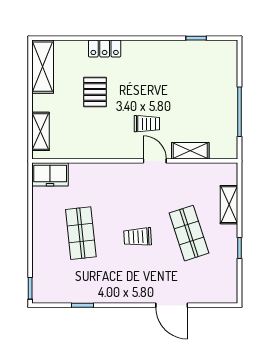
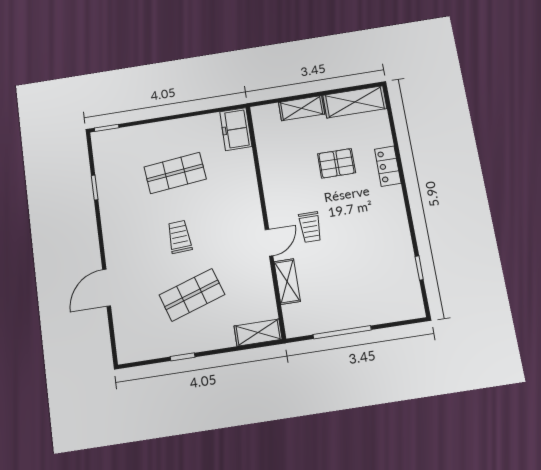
shelving: (41, 131) -> (302, 108), moved
shelving: (229, 205) -> (258, 333), moved

